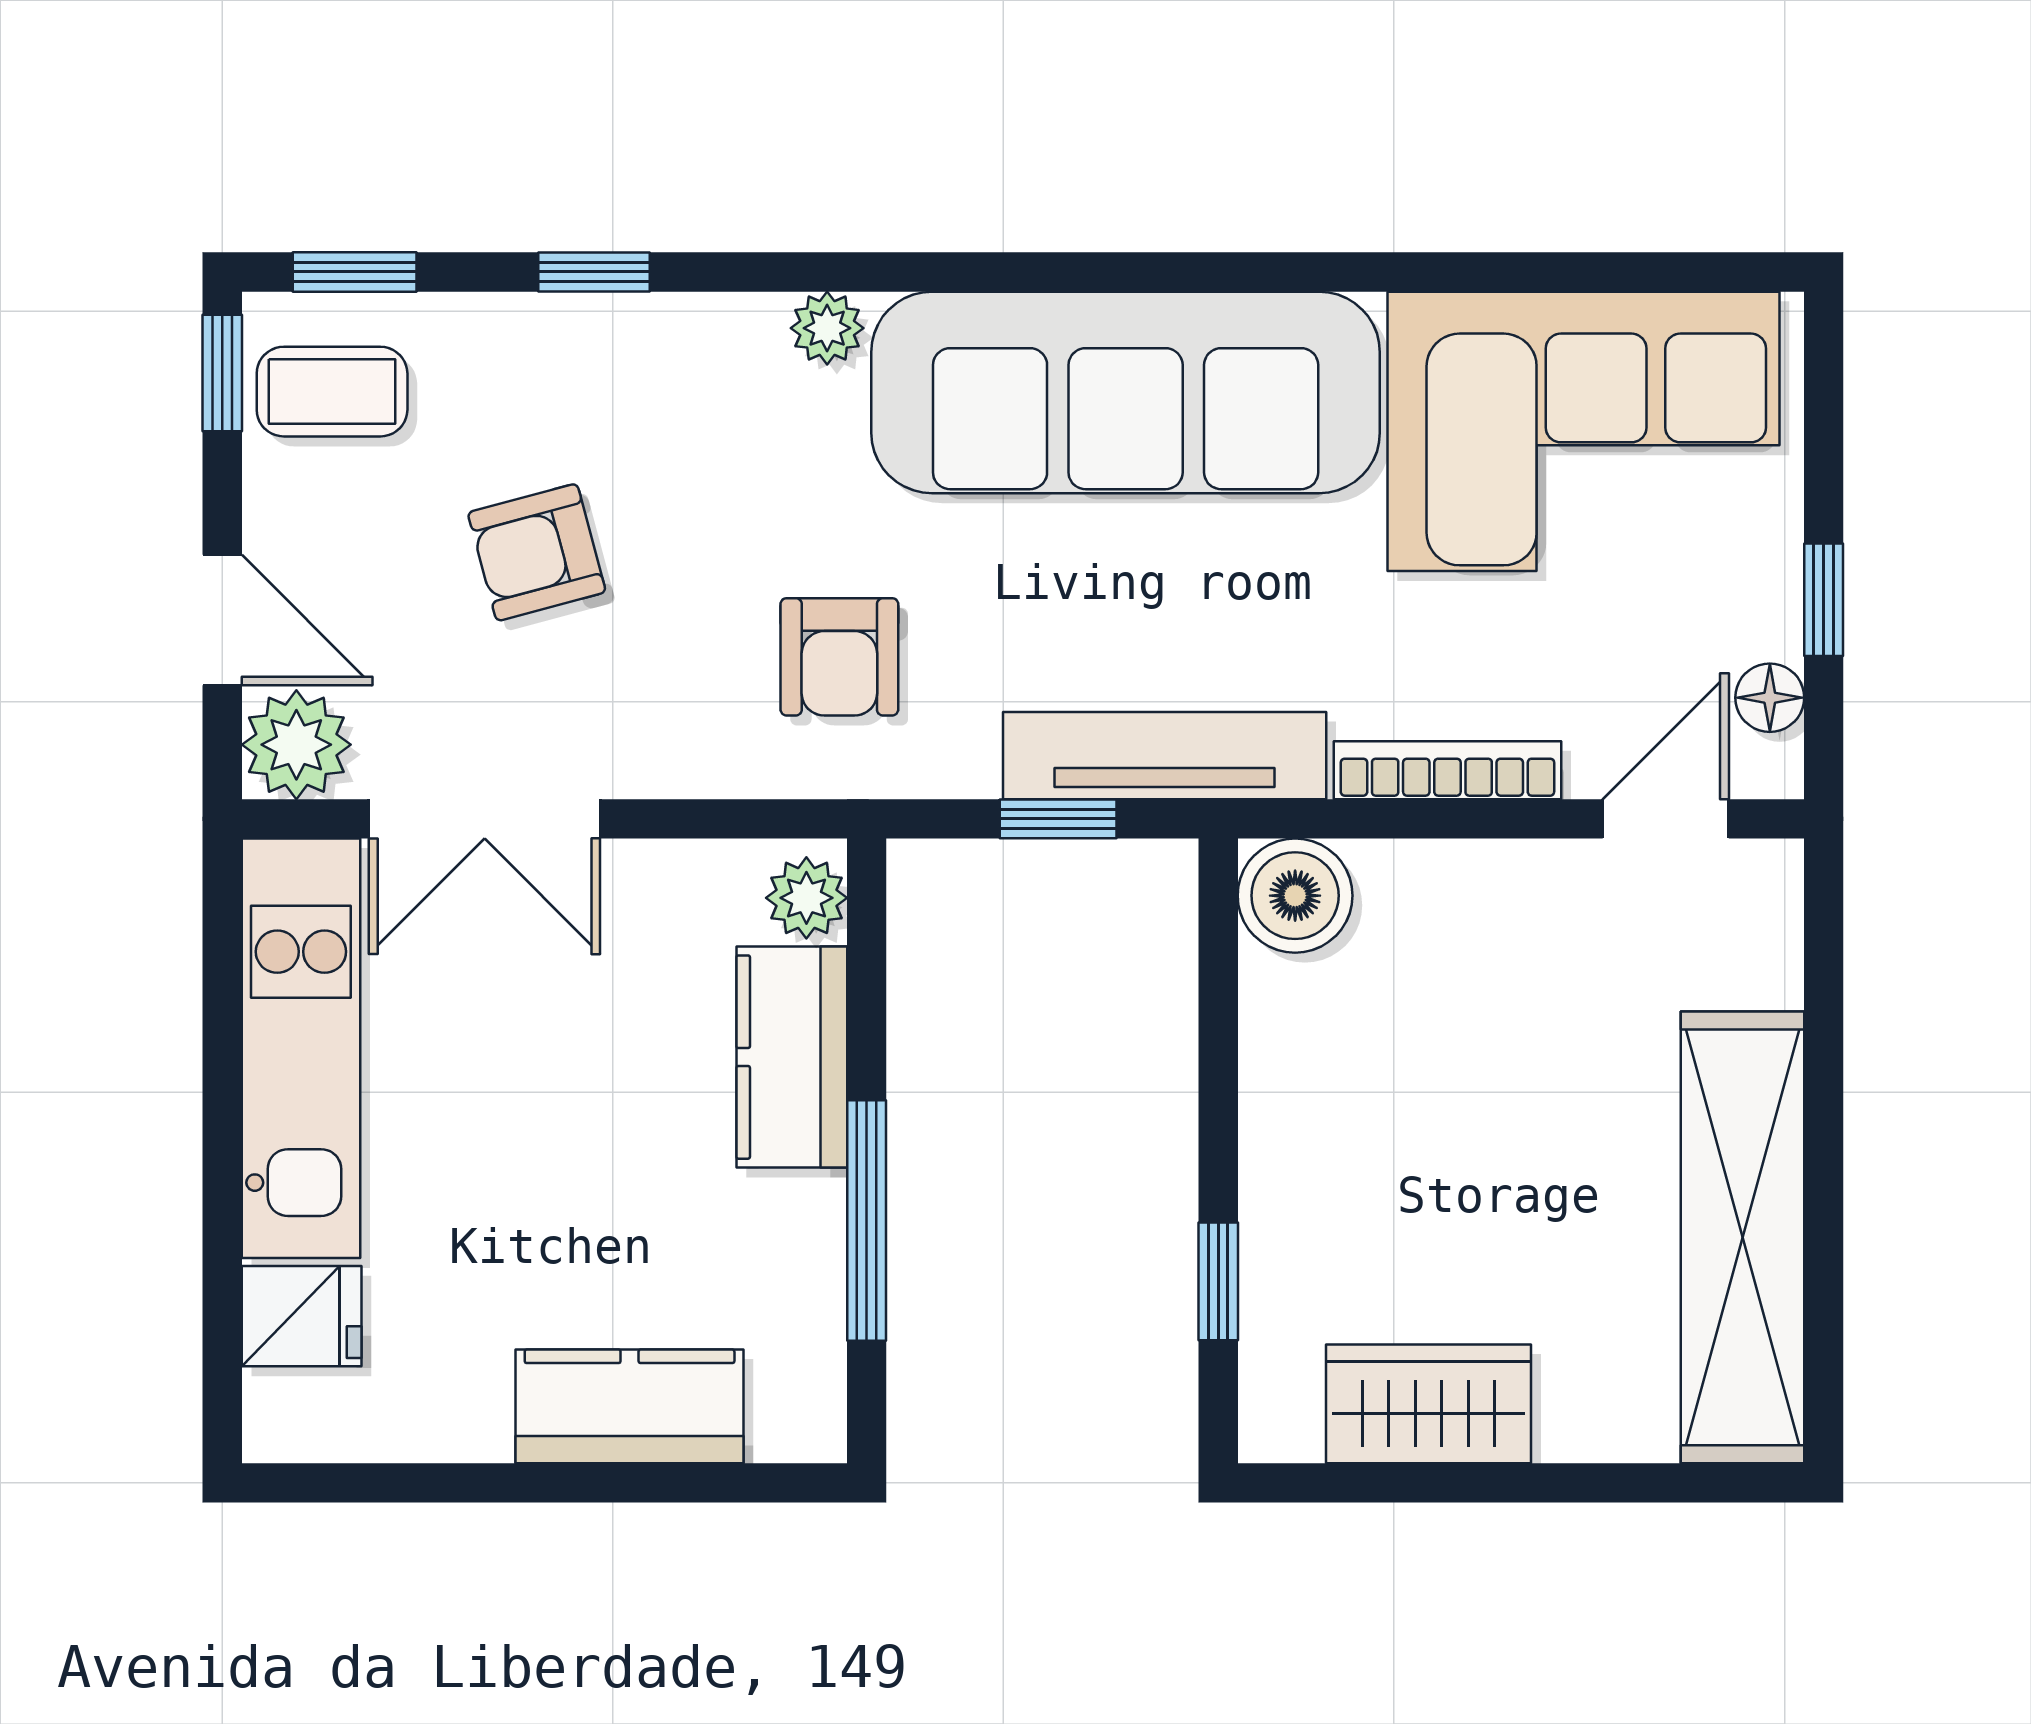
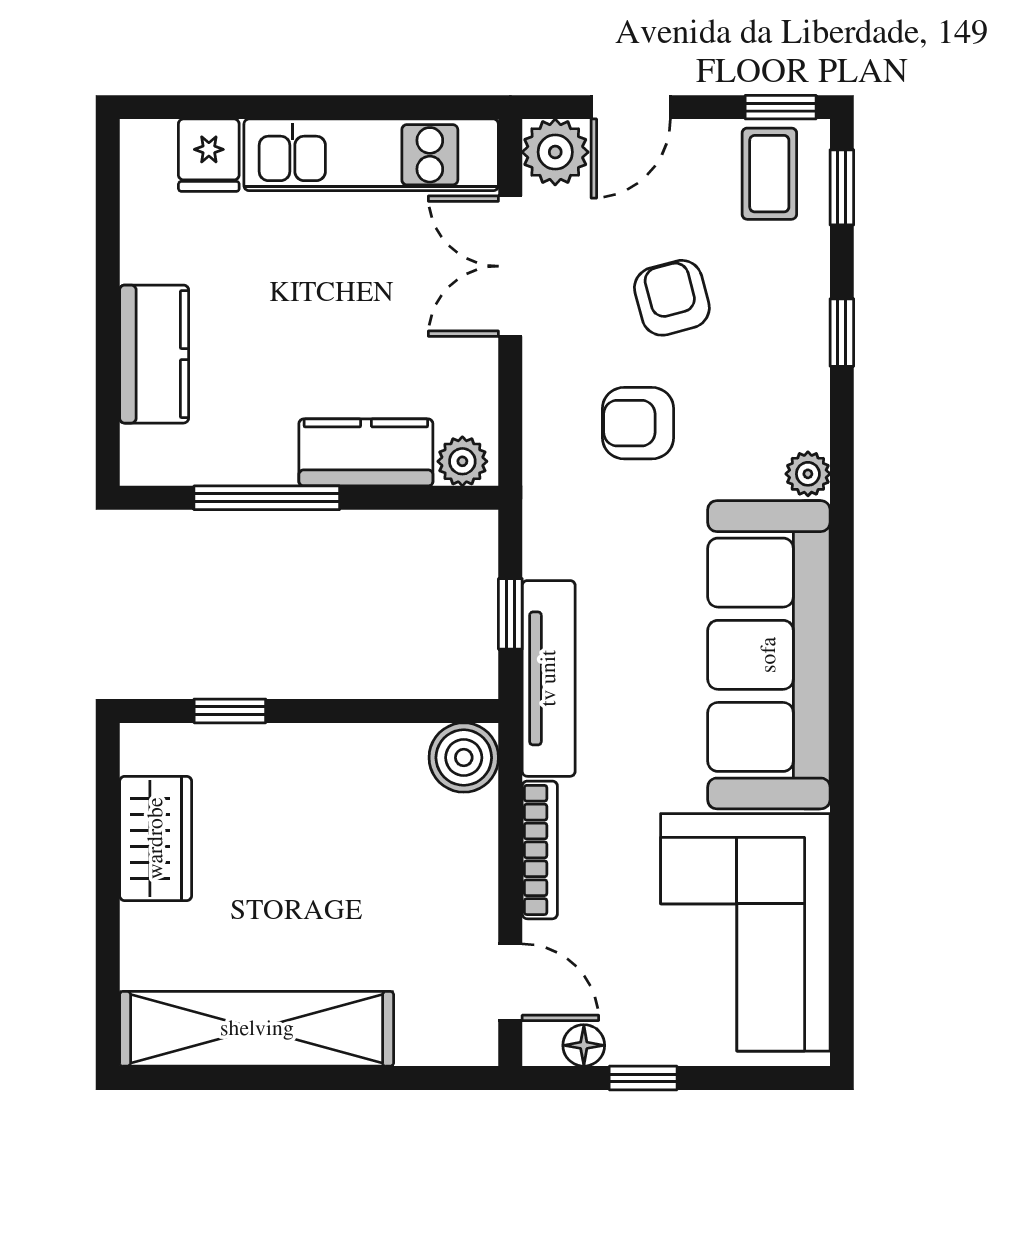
armchair: (839, 657) -> (638, 423), moved

